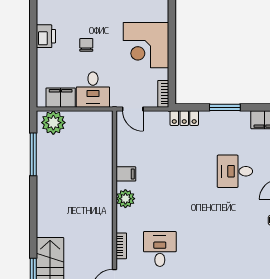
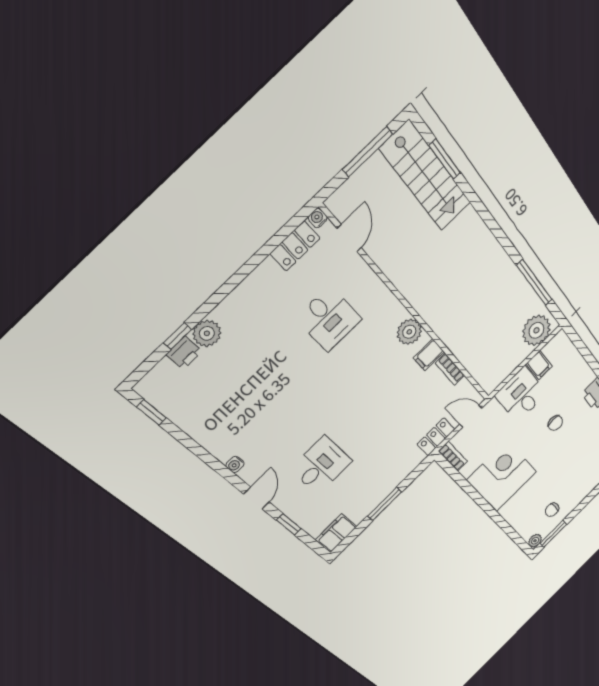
filing cabinet: (61, 98) -> (539, 365), width x0.50
locker: (184, 118) -> (436, 437), moved
bookcase: (121, 246) -> (450, 369), moved

